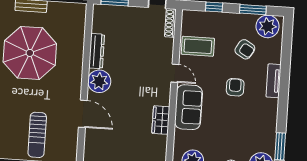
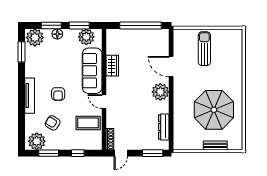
dresser: (97, 51) -> (164, 127), moved
tv unit: (274, 81) -> (30, 96), width x1.41
sofa: (188, 107) -> (92, 71), width x1.36

